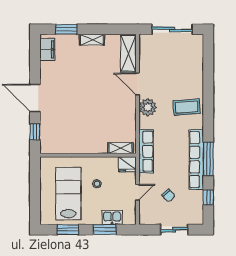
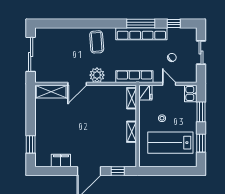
shelving: (92, 40) -> (132, 132), moved
filing cabinet: (47, 49) -> (61, 160), moved
kitchen sink: (112, 218) -> (191, 93), moved

